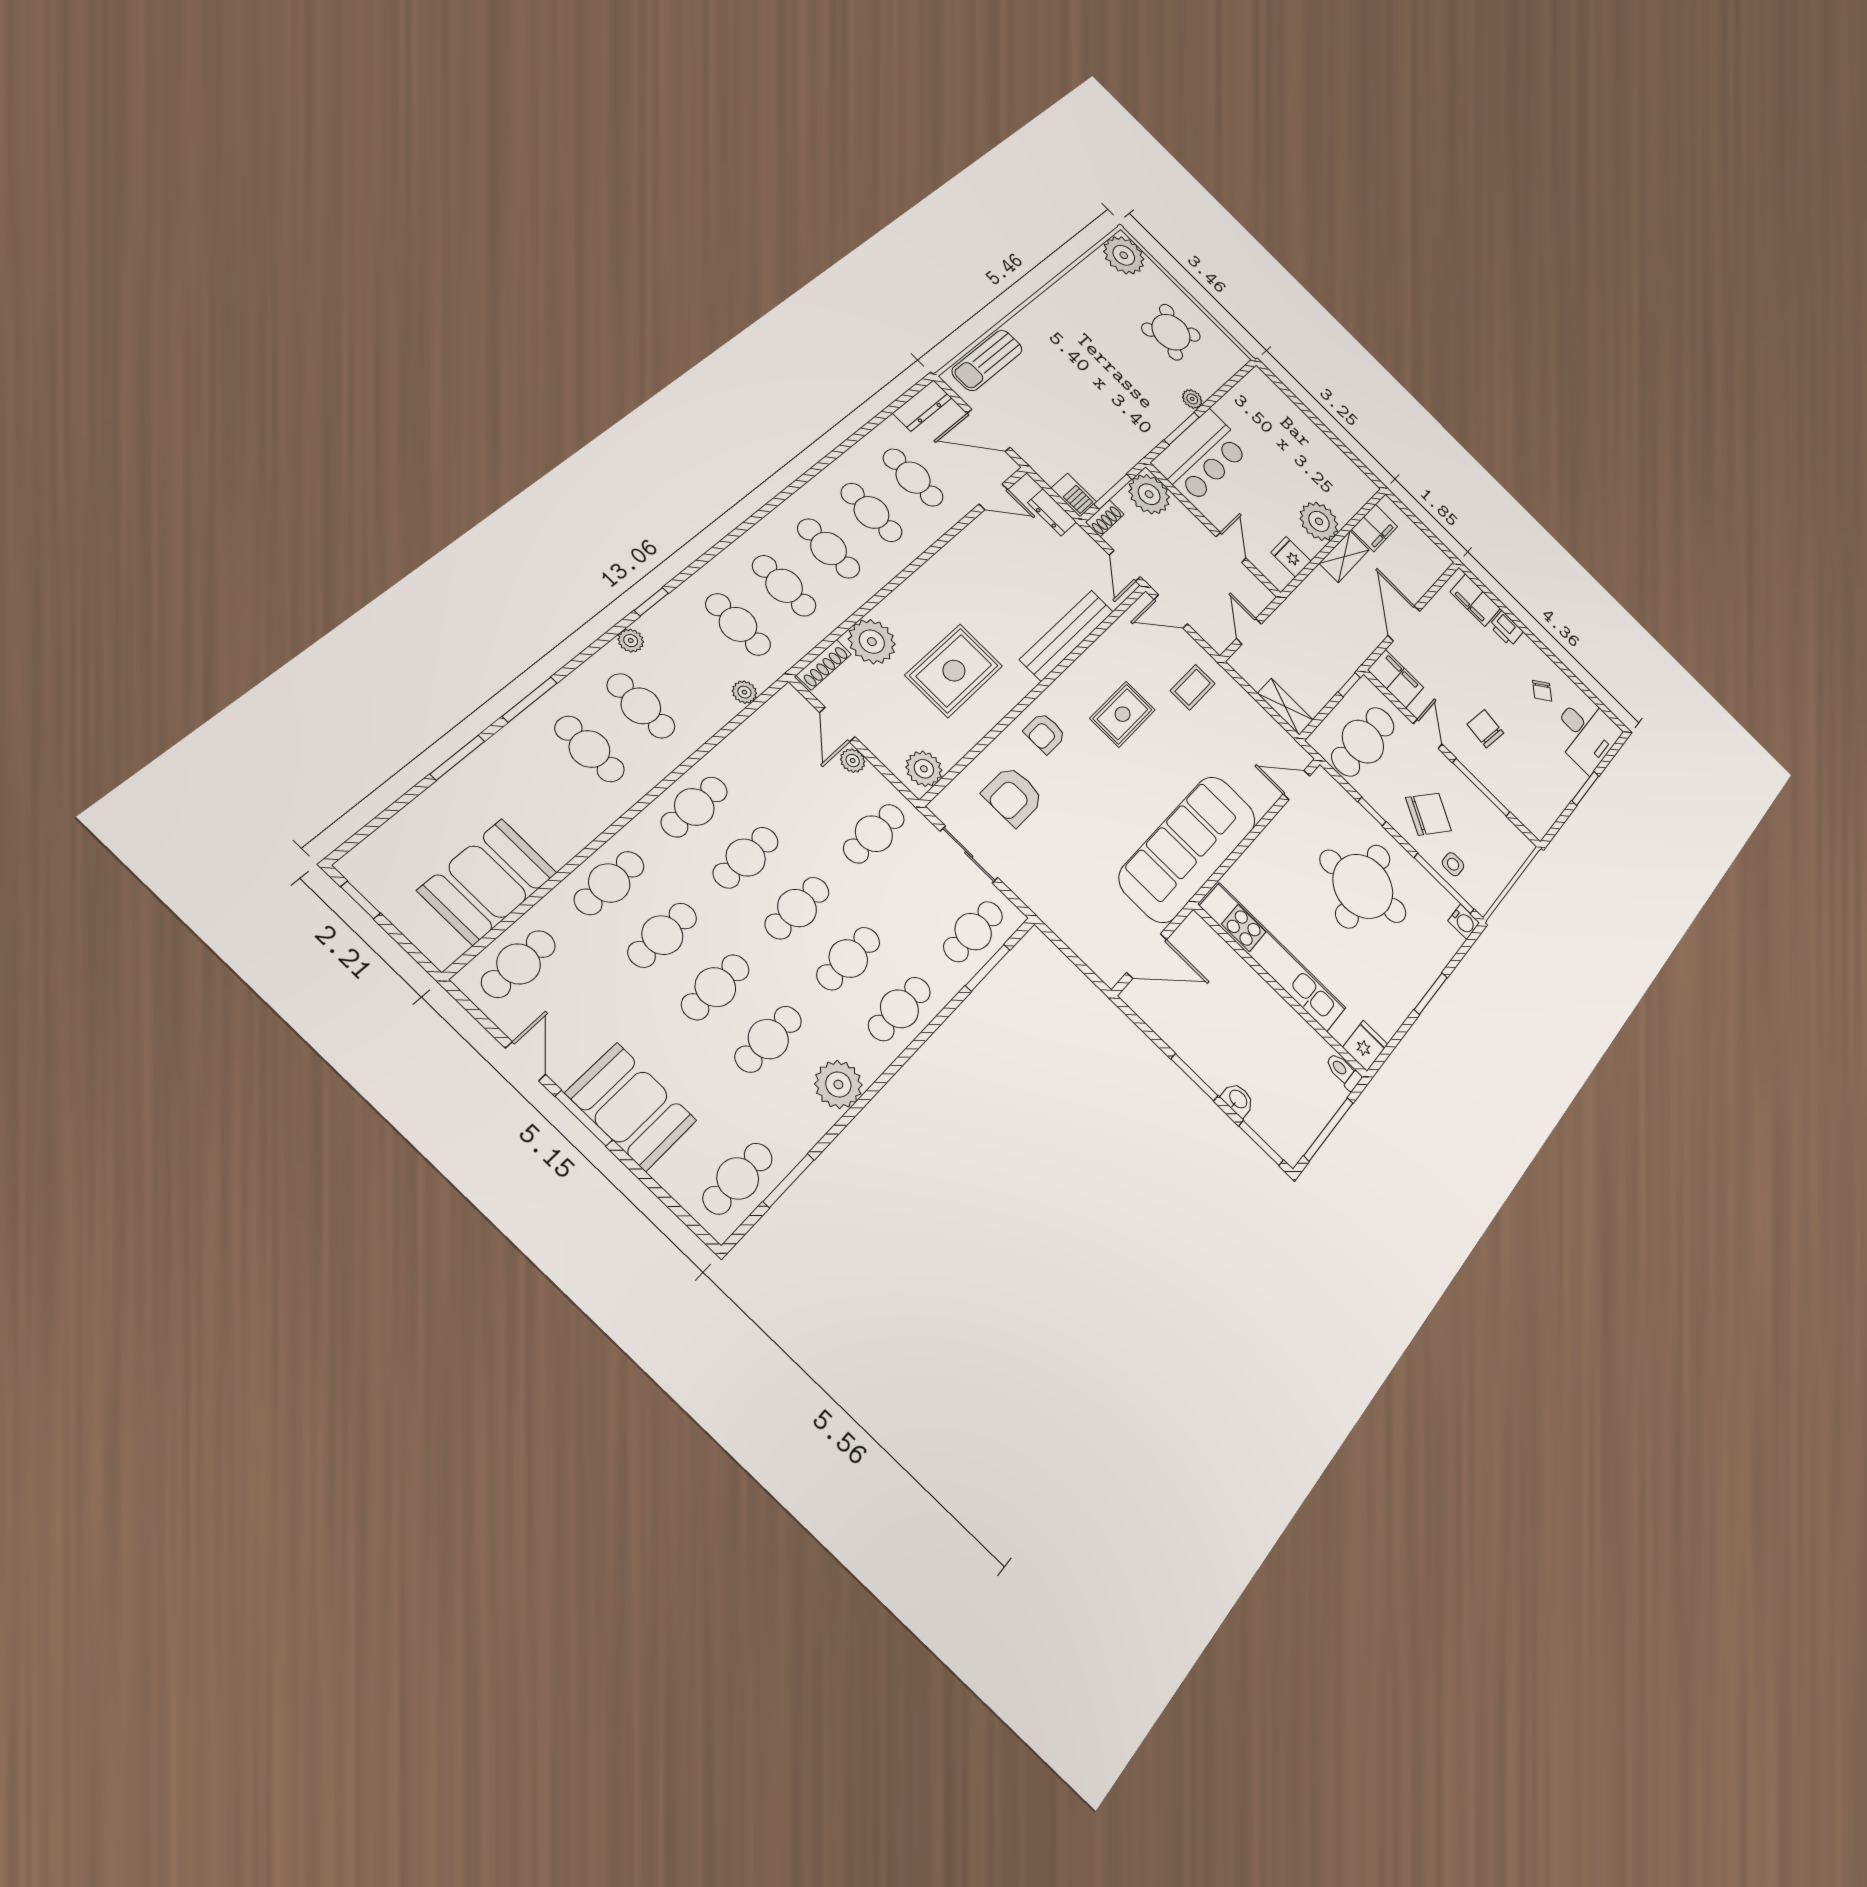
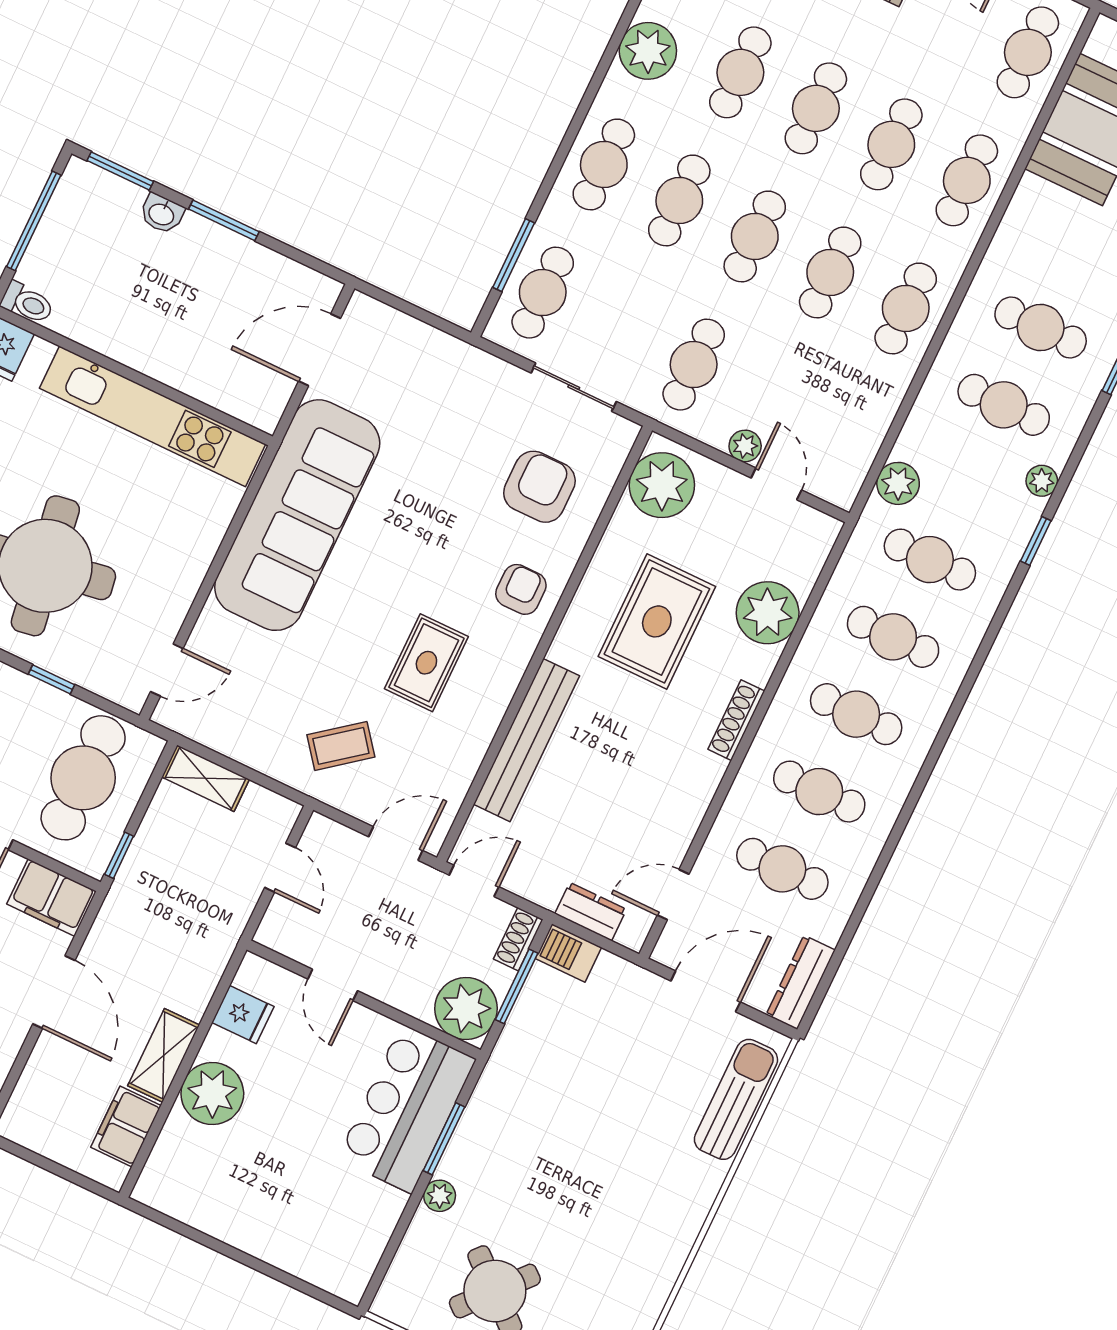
door: (1125, 566) -> (474, 881), hinge flipped
shoe rack: (824, 665) -> (736, 720), moved
coffee table: (1193, 687) -> (341, 746), turned 52
plant: (744, 692) -> (898, 483), width x1.38, depth x1.38
plant: (924, 769) -> (662, 485), width x1.36, depth x1.36

